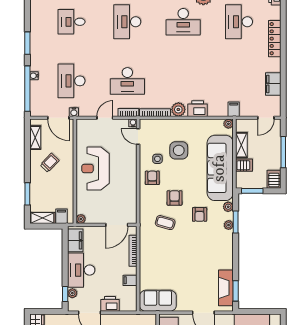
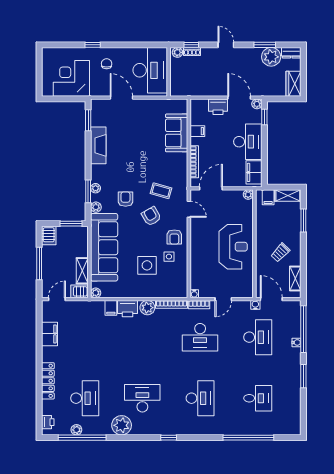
desk: (127, 81) -> (200, 337), turned 180
filing cabinet: (234, 109) -> (111, 308), moved
door: (138, 136) -> (189, 209), moved
server rack: (244, 165) -> (80, 291), moved
armchair: (175, 198) -> (151, 216), turned 150
fireplace: (226, 288) -> (98, 145), moved
plant: (72, 293) -> (257, 104), moved
sofa: (158, 301) -> (177, 133), moved, turned 90

